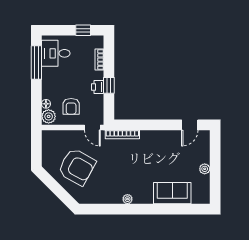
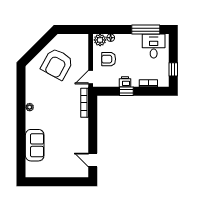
plant: (205, 169) -> (55, 173), removed

